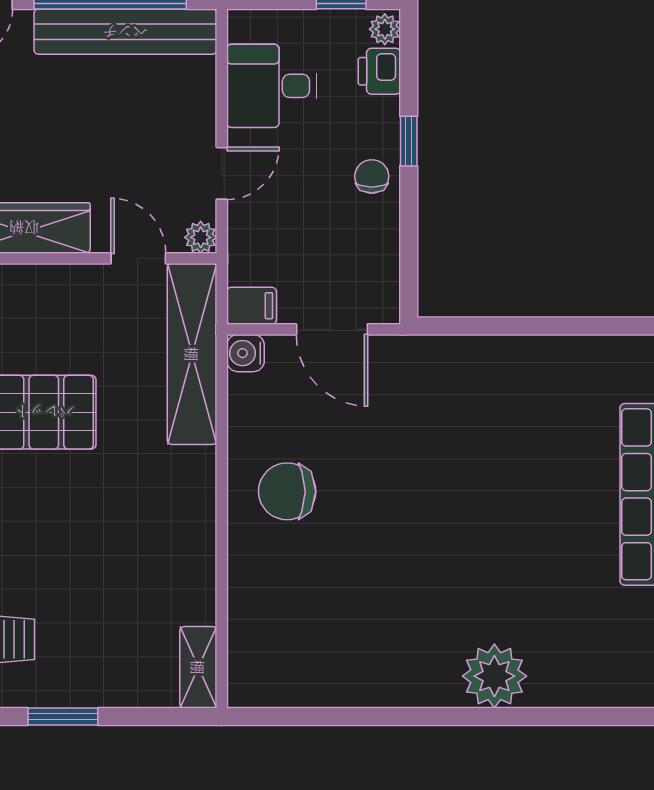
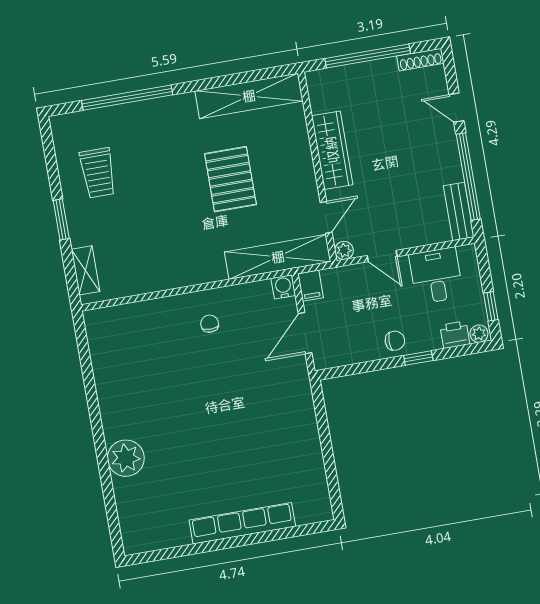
bench: (125, 32) -> (459, 211), width x0.54, depth x0.82
chair: (287, 491) -> (210, 324), width x0.54, depth x0.54
shelving: (198, 667) -> (85, 270), moved, turned 90

